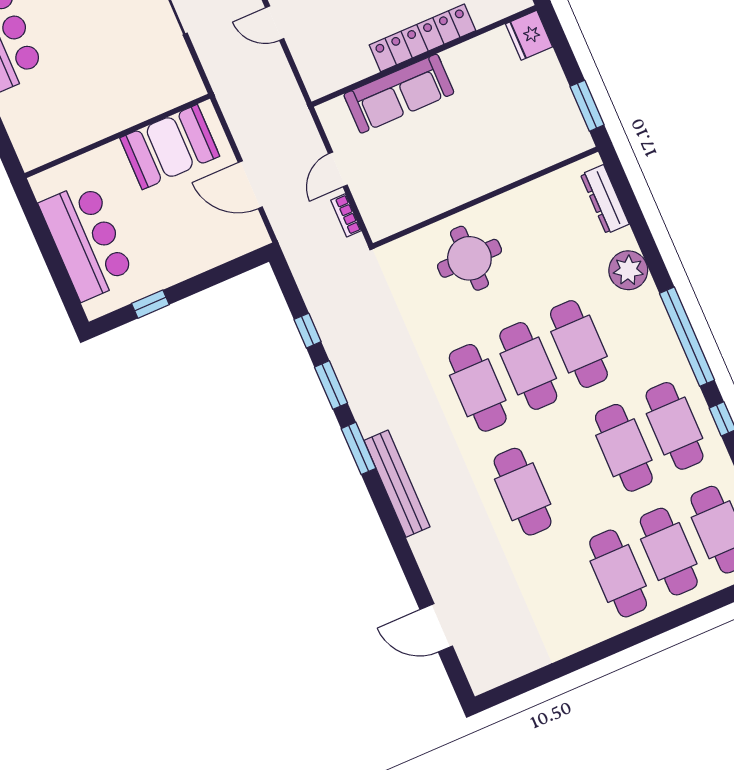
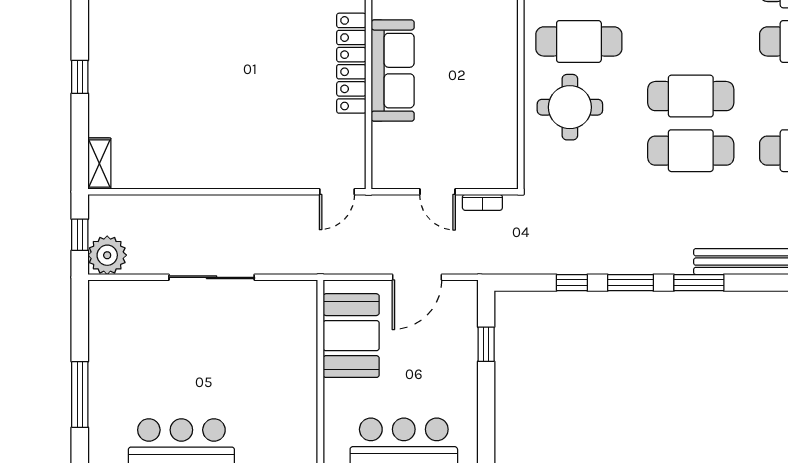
door: (275, 23) -> (337, 192), moved
sofa: (399, 94) -> (393, 71), moved
window: (150, 304) -> (486, 344), moved
cafe table: (579, 344) -> (579, 41), moved

